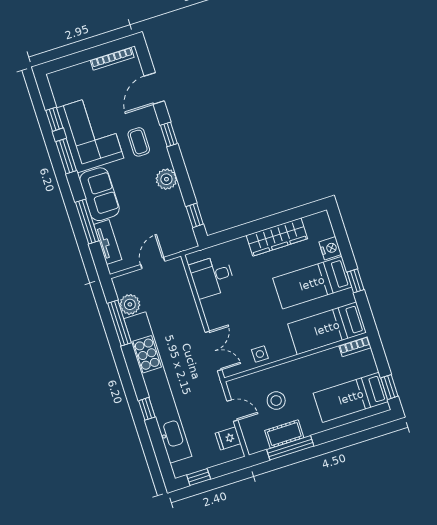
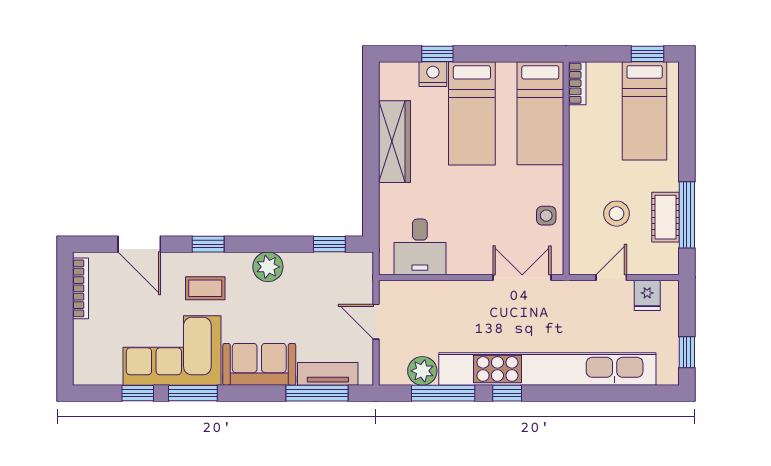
window: (87, 222) -> (317, 393), moved
window: (355, 281) -> (437, 54), moved
window: (147, 409) -> (507, 393), moved

